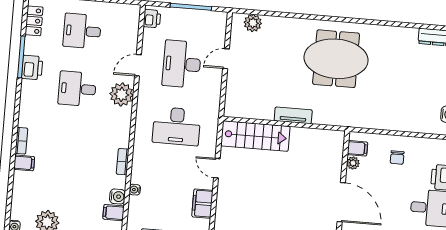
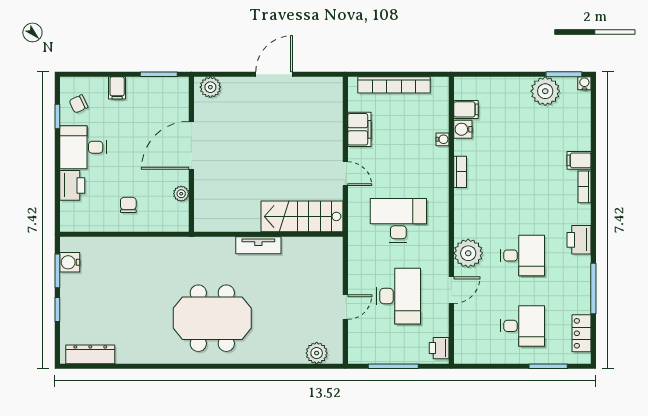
printer: (32, 68) -> (579, 240), moved
filing cabinet: (357, 148) -> (177, 212), removed
door: (341, 202) -> (191, 145), hinge flipped

